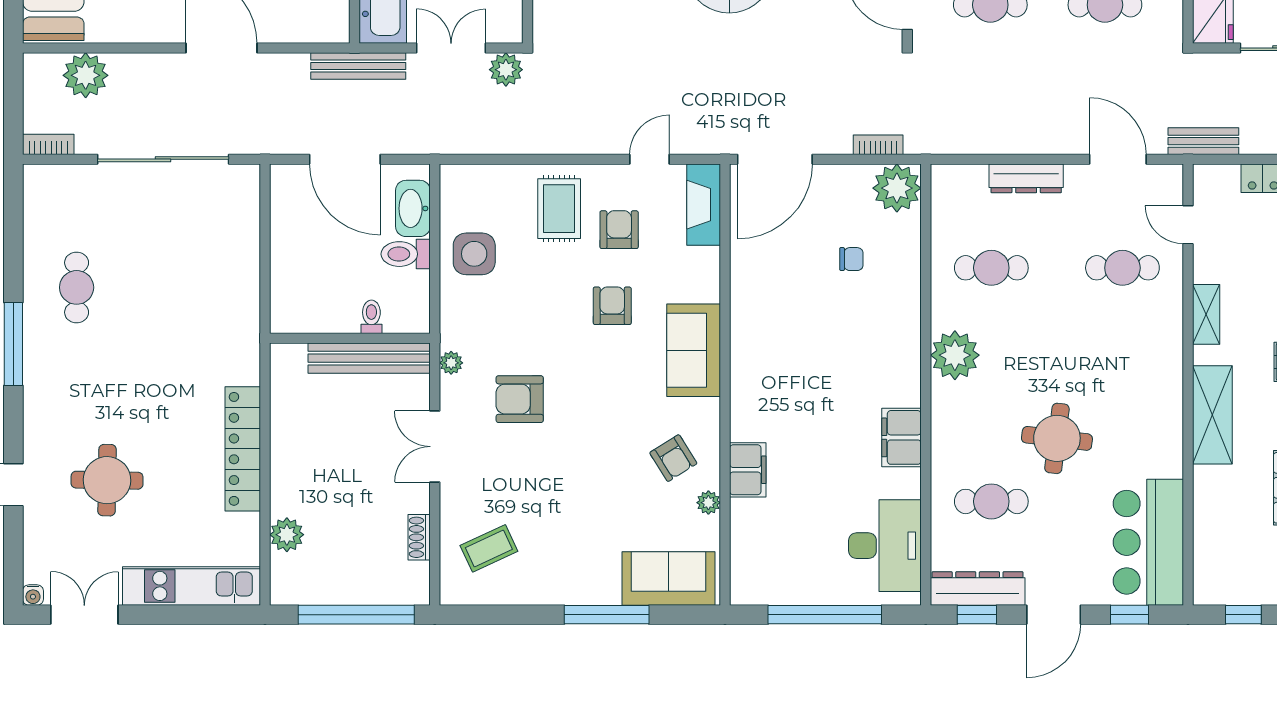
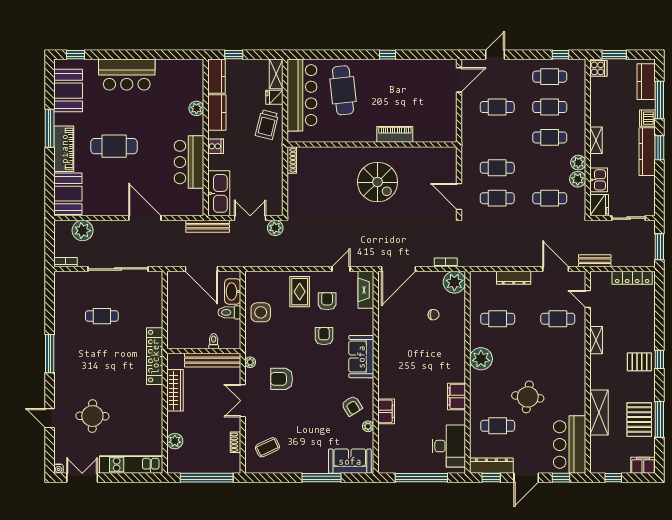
cafe table: (77, 287) -> (102, 316), moved, turned 90
shelving: (1212, 415) -> (599, 412), moved
wardrobe: (287, 424) -> (175, 390), added
locker: (243, 449) -> (155, 356), moved

